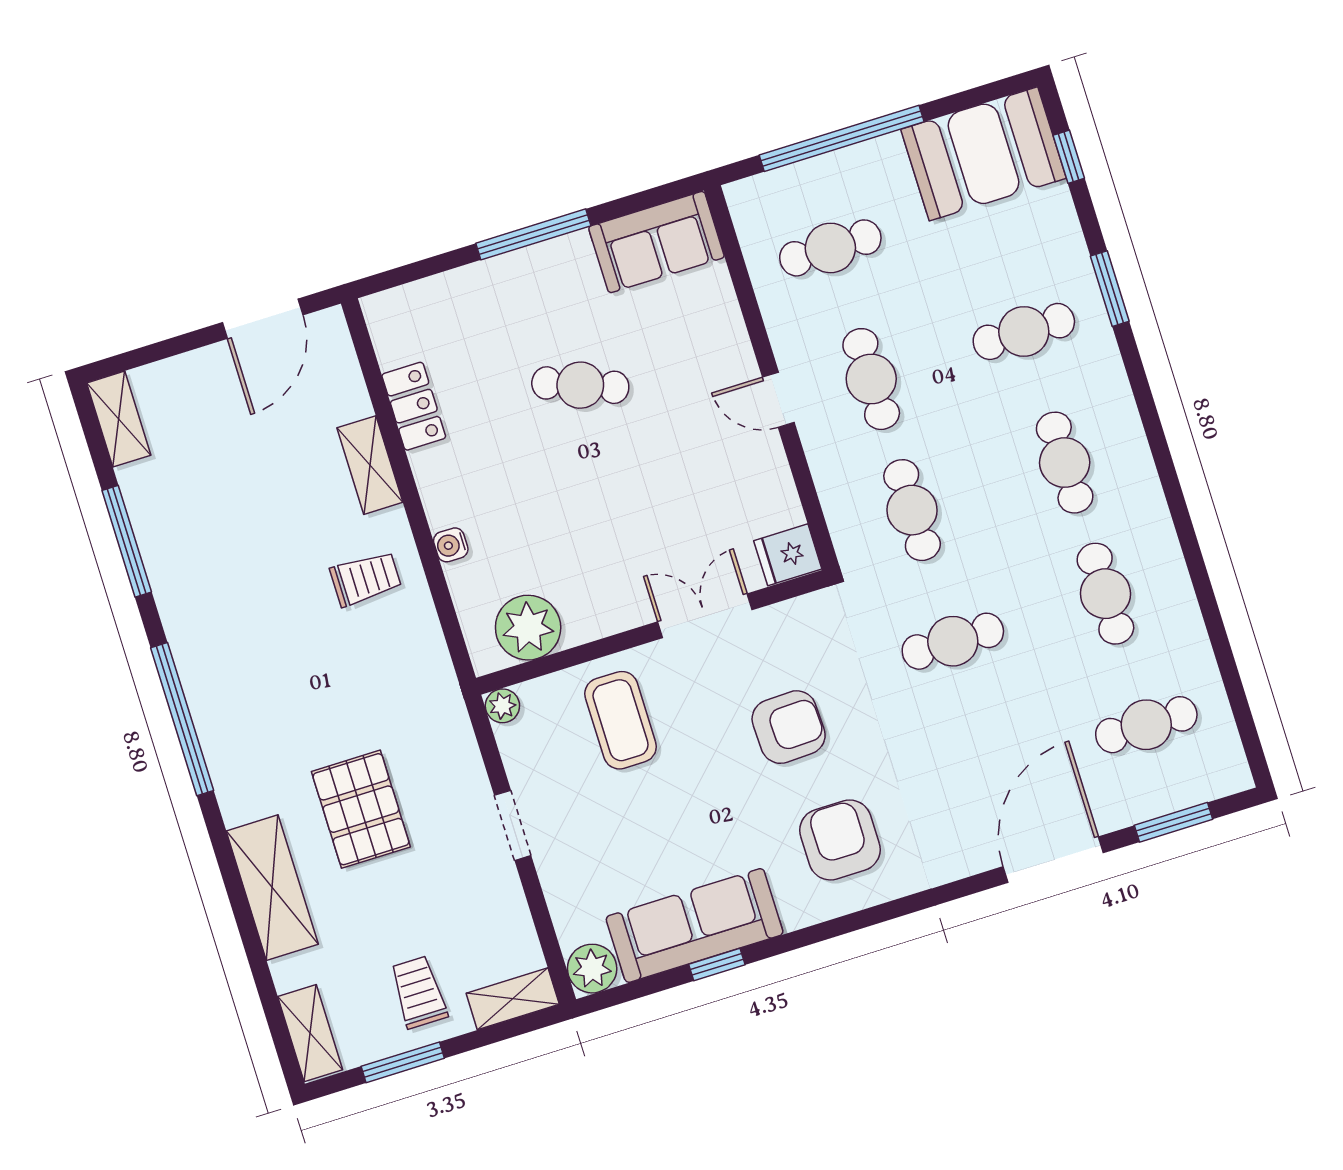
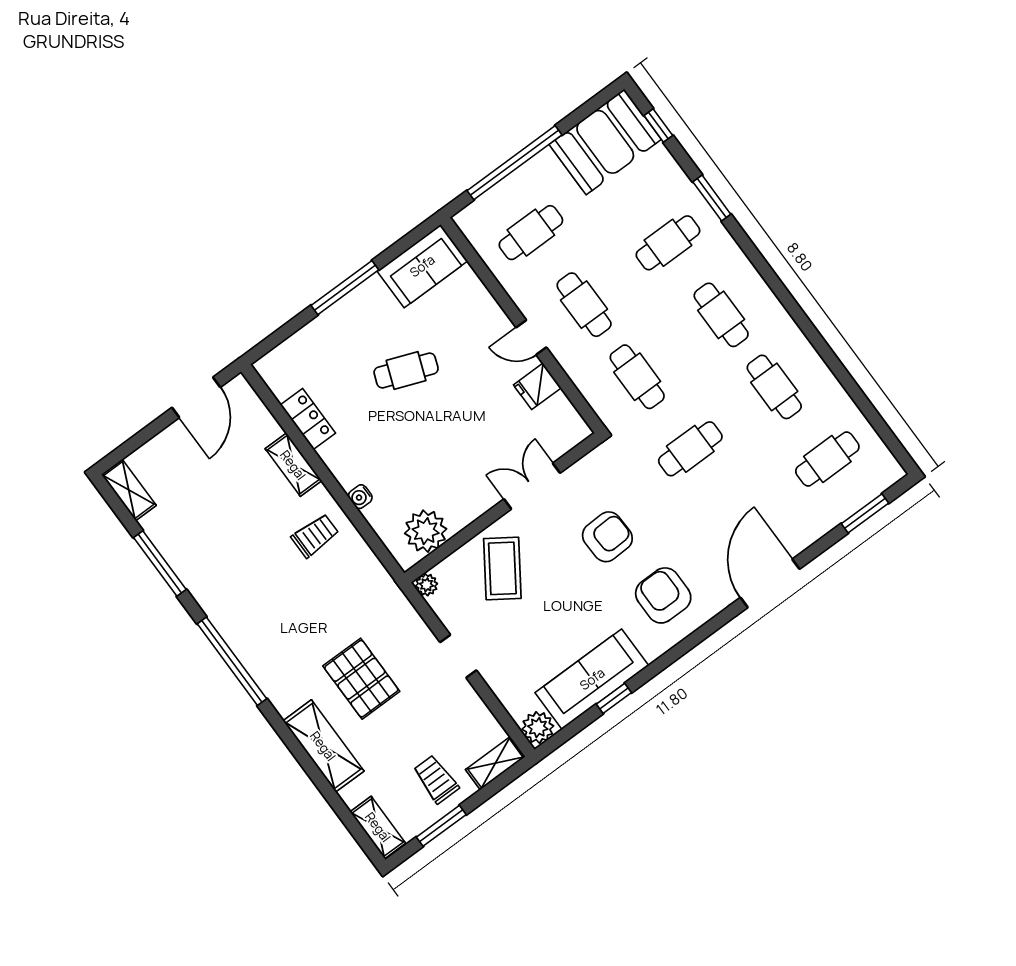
fridge: (788, 555) -> (537, 386), moved
coffee table: (621, 720) -> (502, 568), turned 34
door: (1053, 860) -> (770, 583), moved

